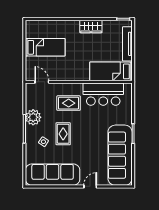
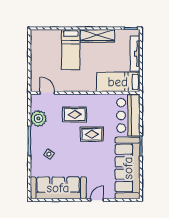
wardrobe: (91, 27) -> (98, 36), width x1.50
bed: (45, 47) -> (71, 50), moved, turned 90
bar counter: (103, 94) -> (128, 115), moved, turned 90
plant: (33, 117) -> (38, 118), moved
rug: (63, 134) -> (92, 134), moved, turned 90

